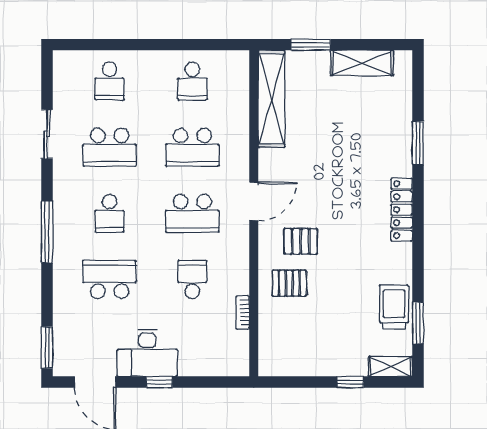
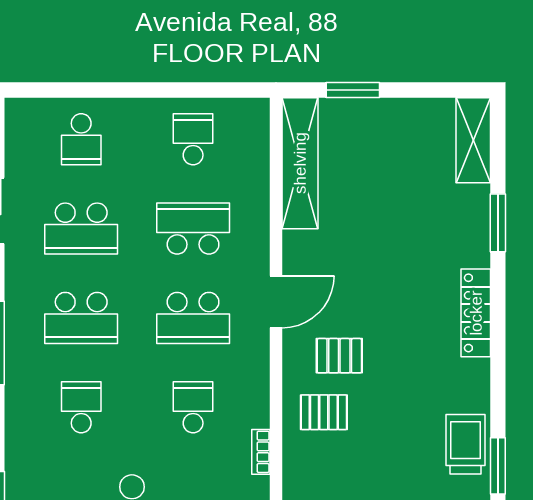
shelving: (362, 63) -> (473, 140), moved, turned 90
school desk: (192, 81) -> (193, 139), turned 180
school desk: (192, 147) -> (193, 229), turned 180
school desk: (110, 213) -> (81, 318), width x1.85
school desk: (110, 279) -> (81, 407), width x0.54

